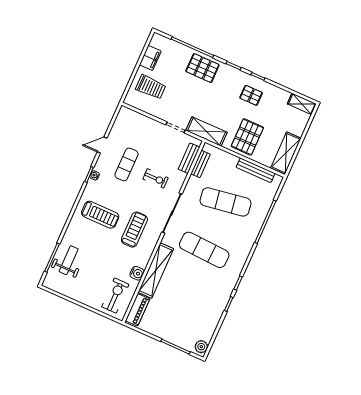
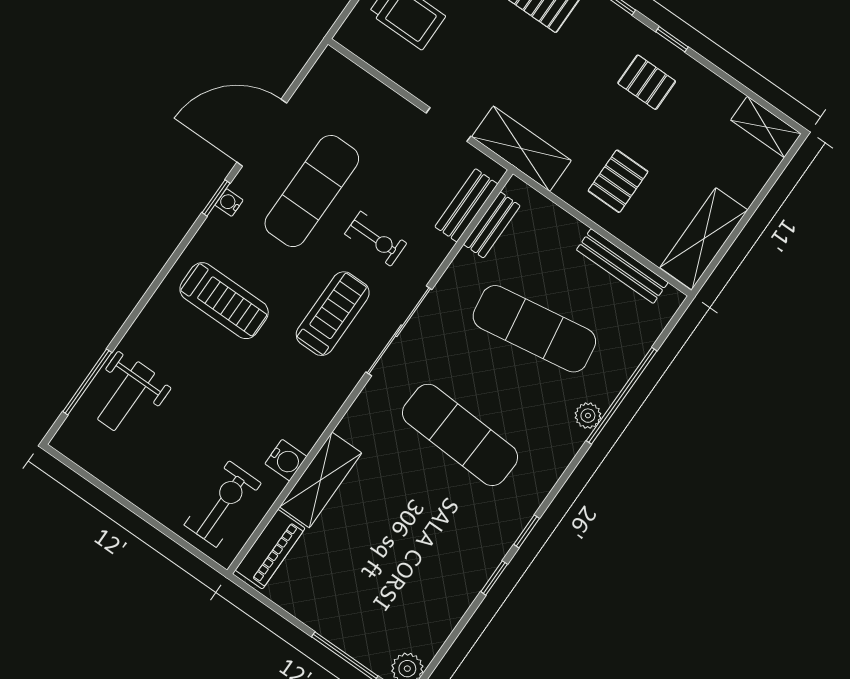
pallet: (247, 137) -> (618, 181), width x0.67, depth x0.71
door: (102, 145) -> (262, 133), width x1.88
exercise mat: (127, 164) -> (312, 191), width x1.36, depth x1.45
treadmill: (134, 230) -> (333, 314), moved
plant: (253, 232) -> (588, 416), added
weight bench: (69, 260) -> (126, 396), turned 180
shelving: (156, 271) -> (321, 480), width x0.68

